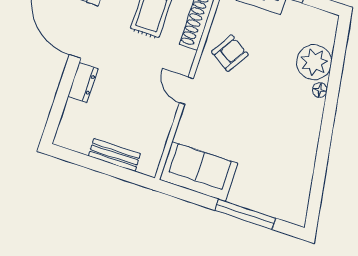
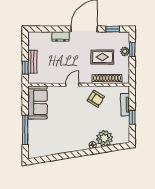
window: (121, 173) -> (25, 68), added

